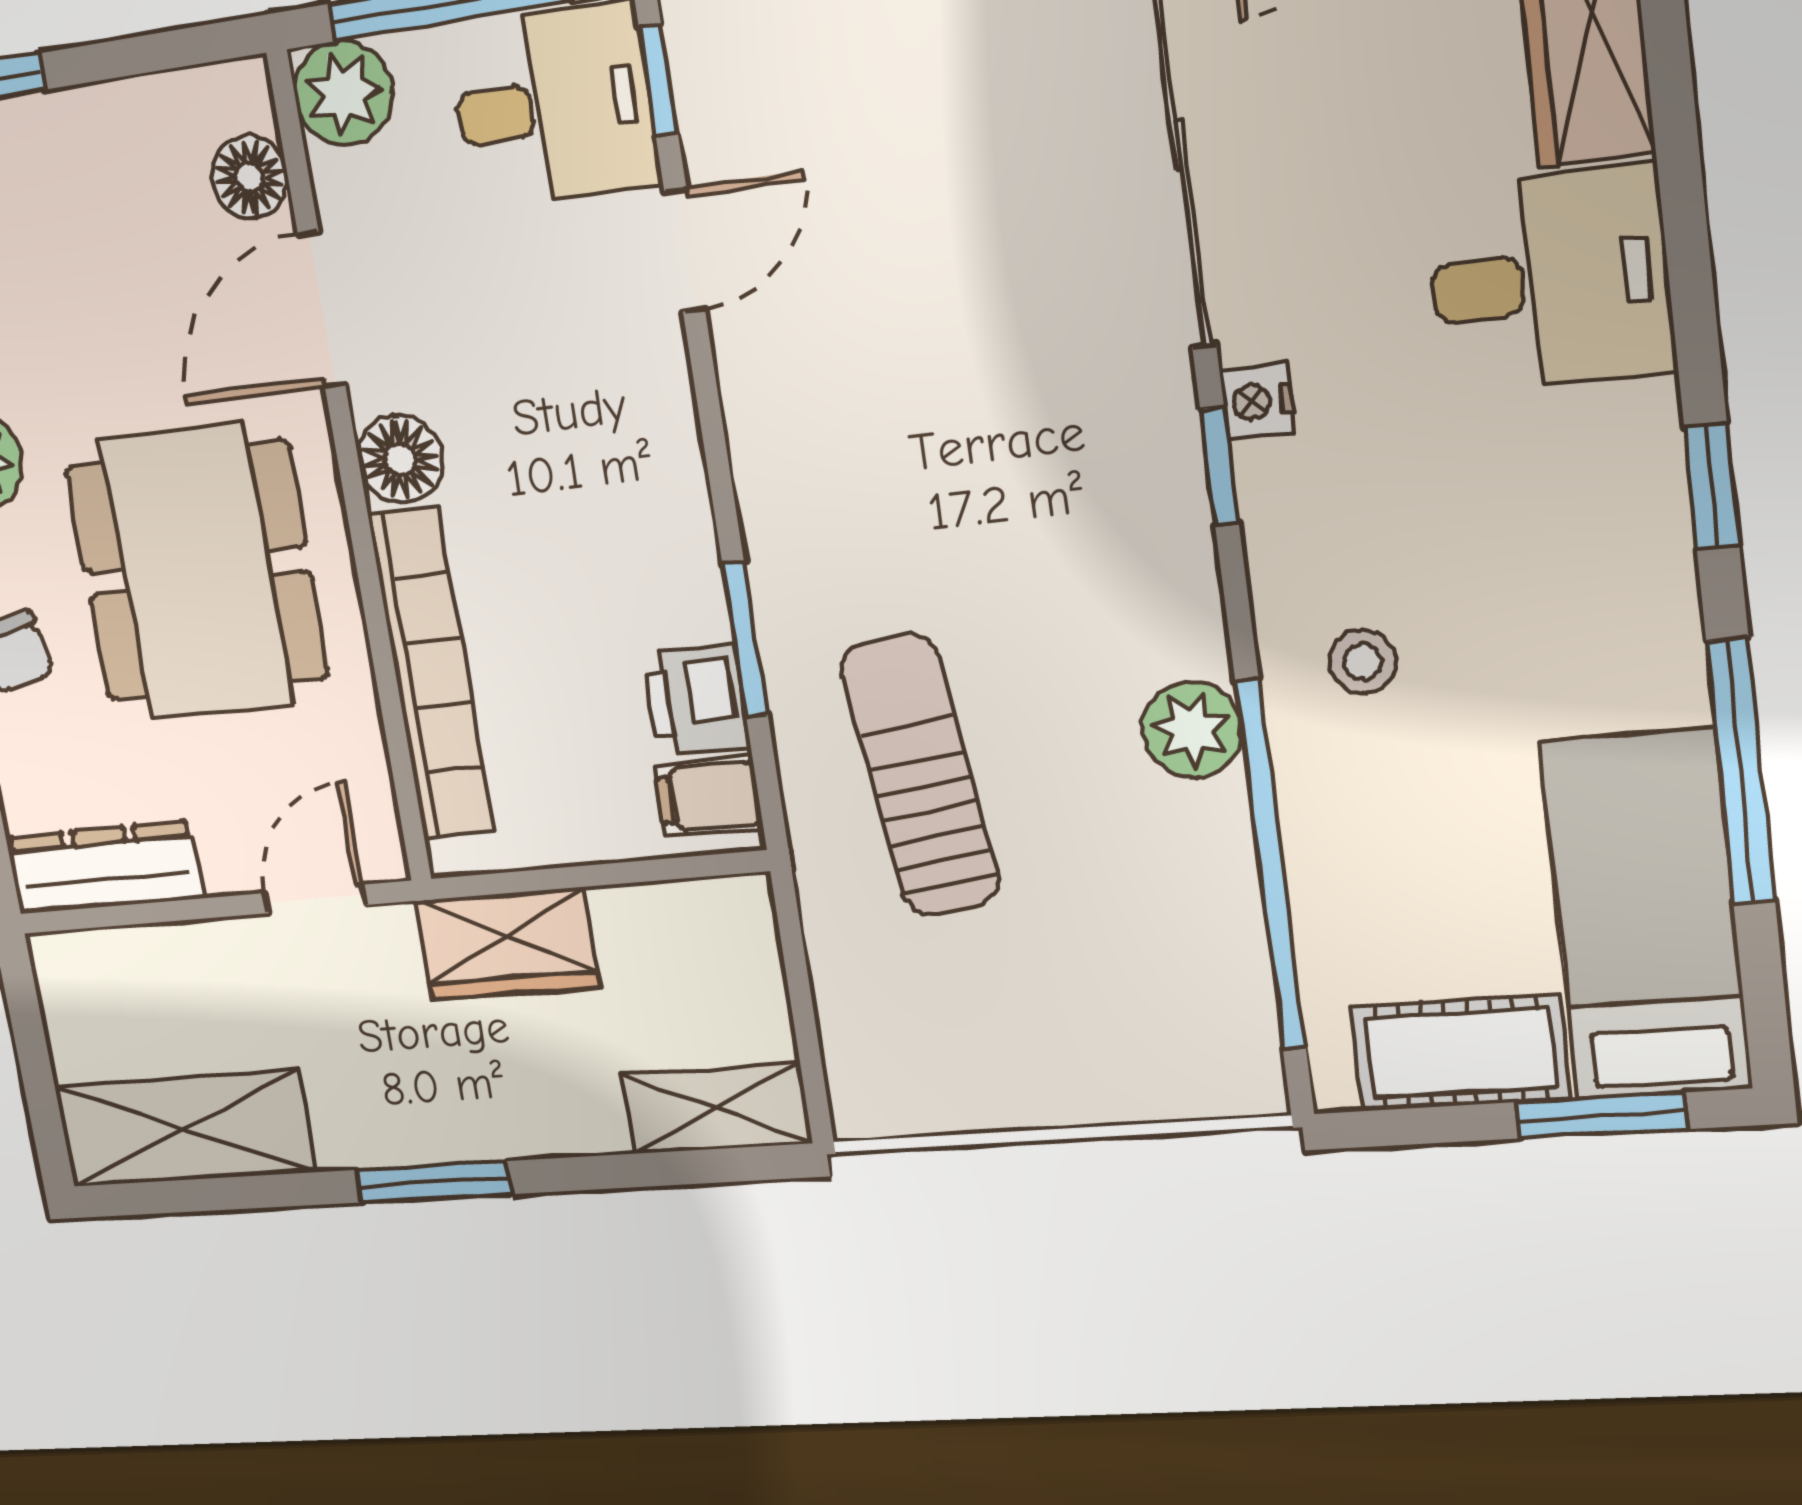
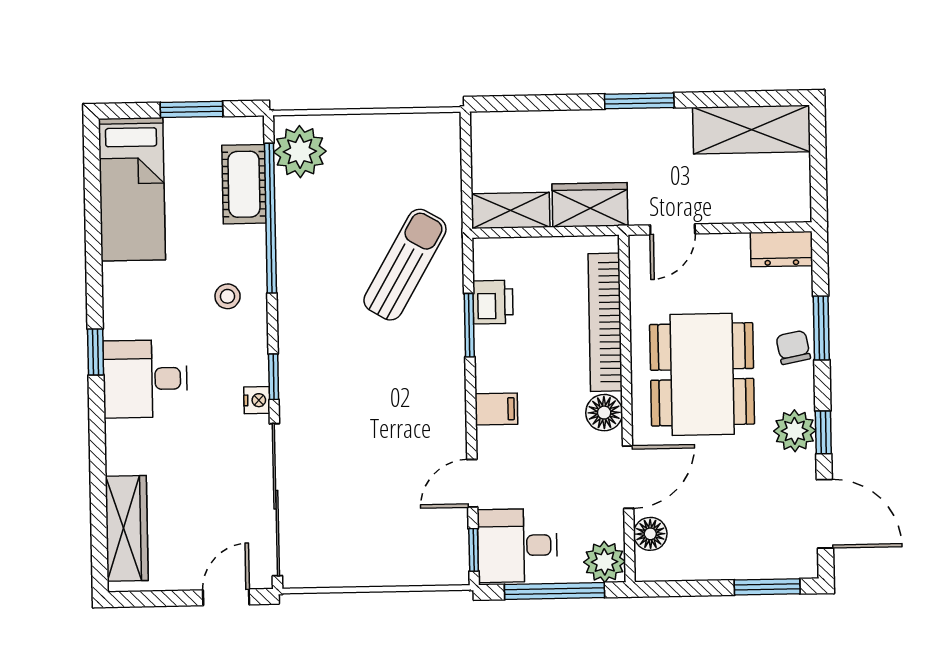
desk: (1550, 281) -> (145, 379), moved
plant: (1192, 730) -> (300, 152), moved, width x1.36, depth x1.36
window: (1741, 771) -> (94, 243), removed
sun lounger: (920, 775) -> (405, 265), turned -143
filing cabinet: (709, 797) -> (496, 409), moved
dresser: (104, 868) -> (782, 249), width x0.70
cot: (1460, 1053) -> (244, 184), moved, turned 90
shelving: (716, 1109) -> (511, 210), moved
window: (1601, 1116) -> (192, 109), moved

